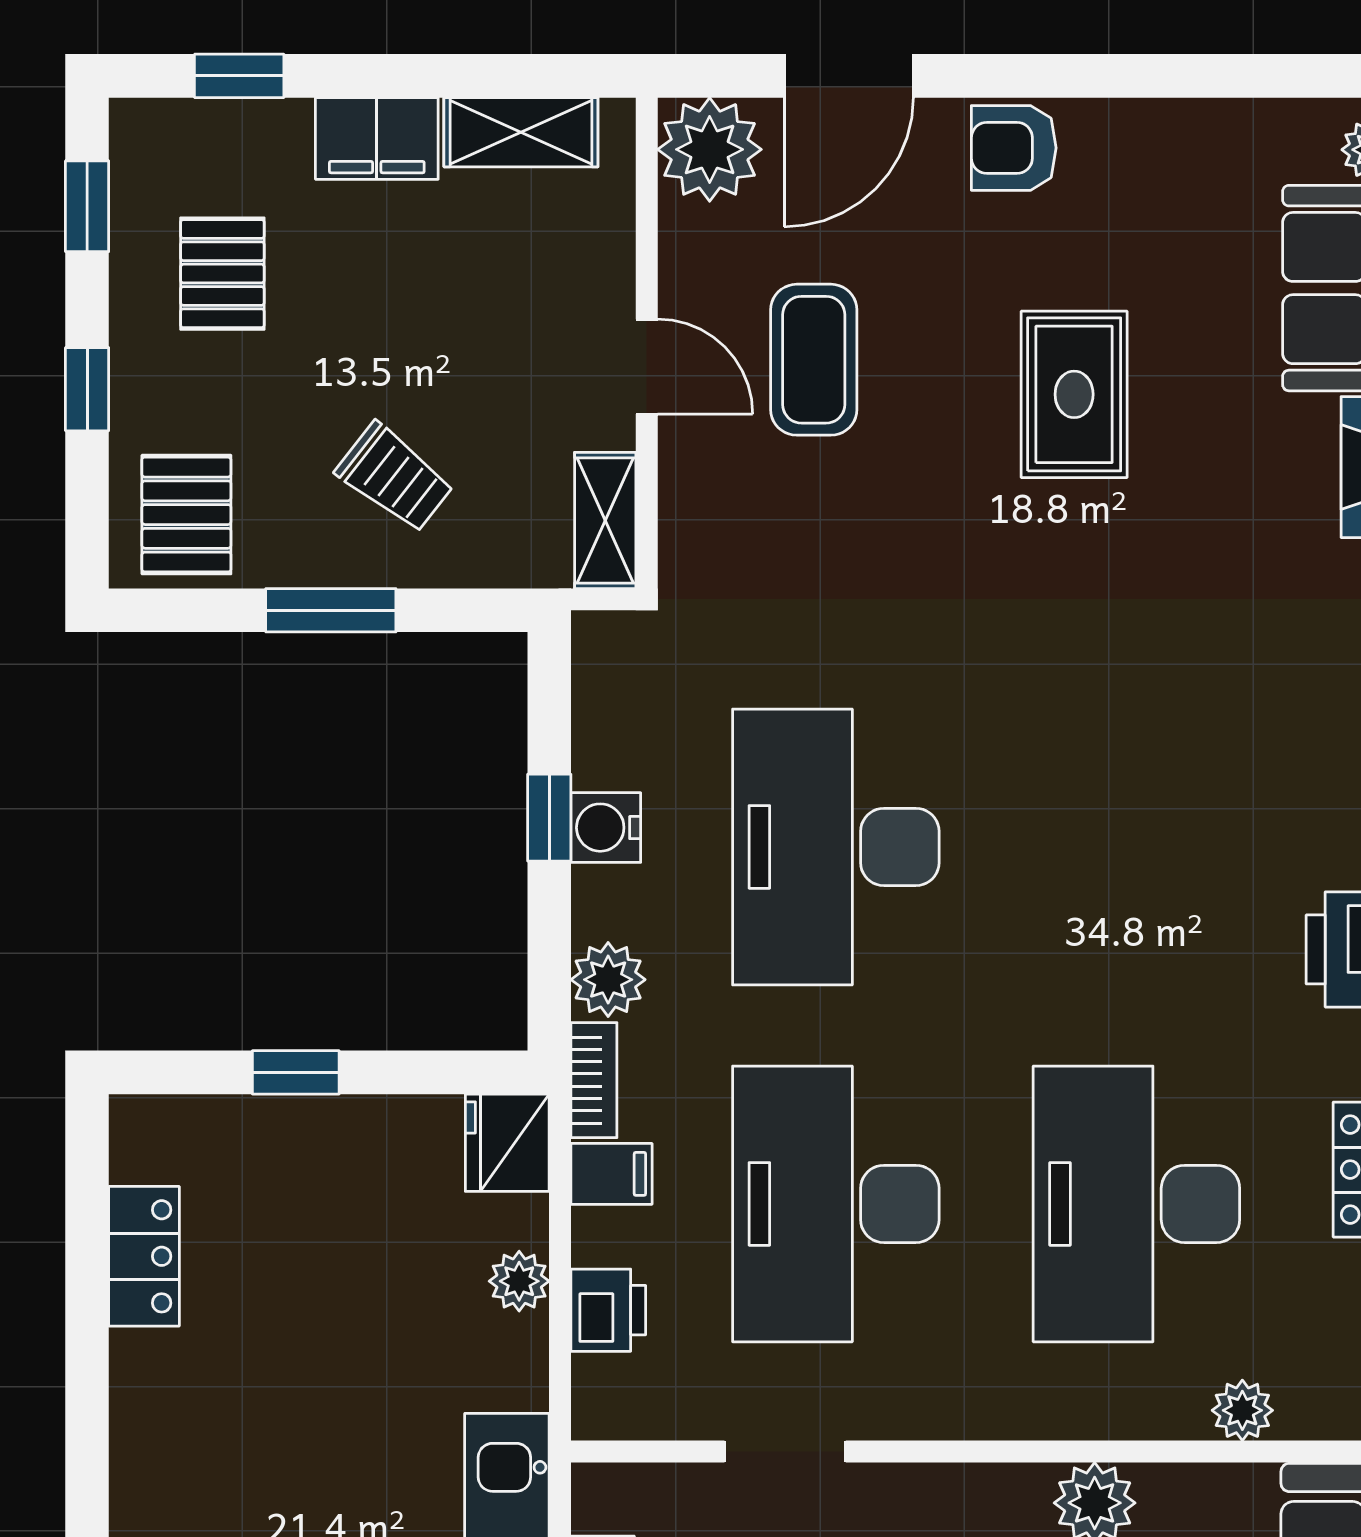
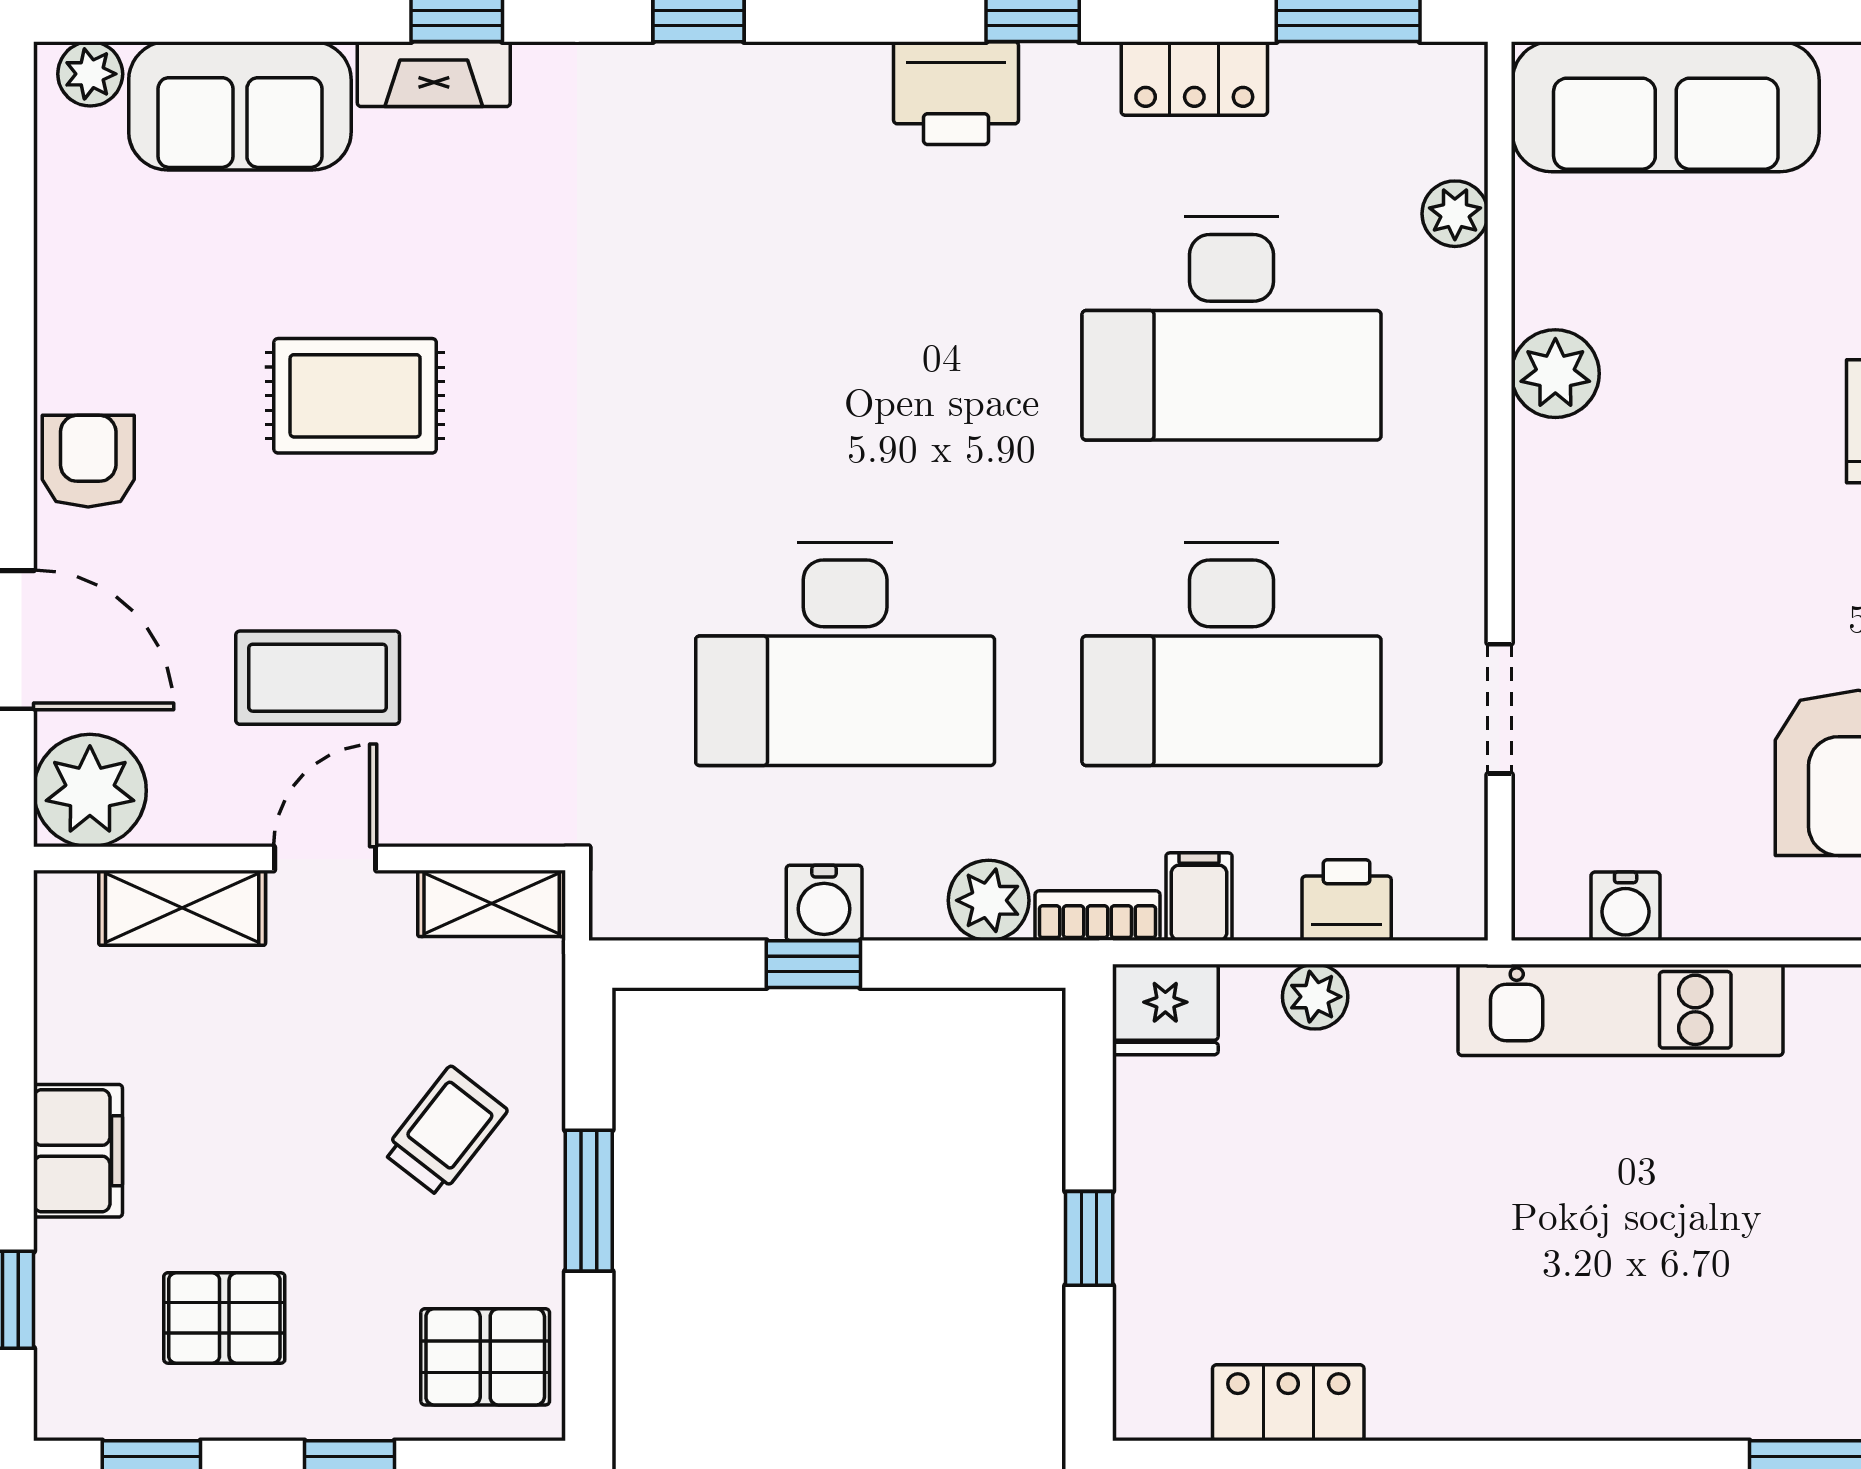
shelving: (521, 132) -> (182, 908), moved, turned 90
armchair: (1014, 148) -> (88, 461), turned 180

